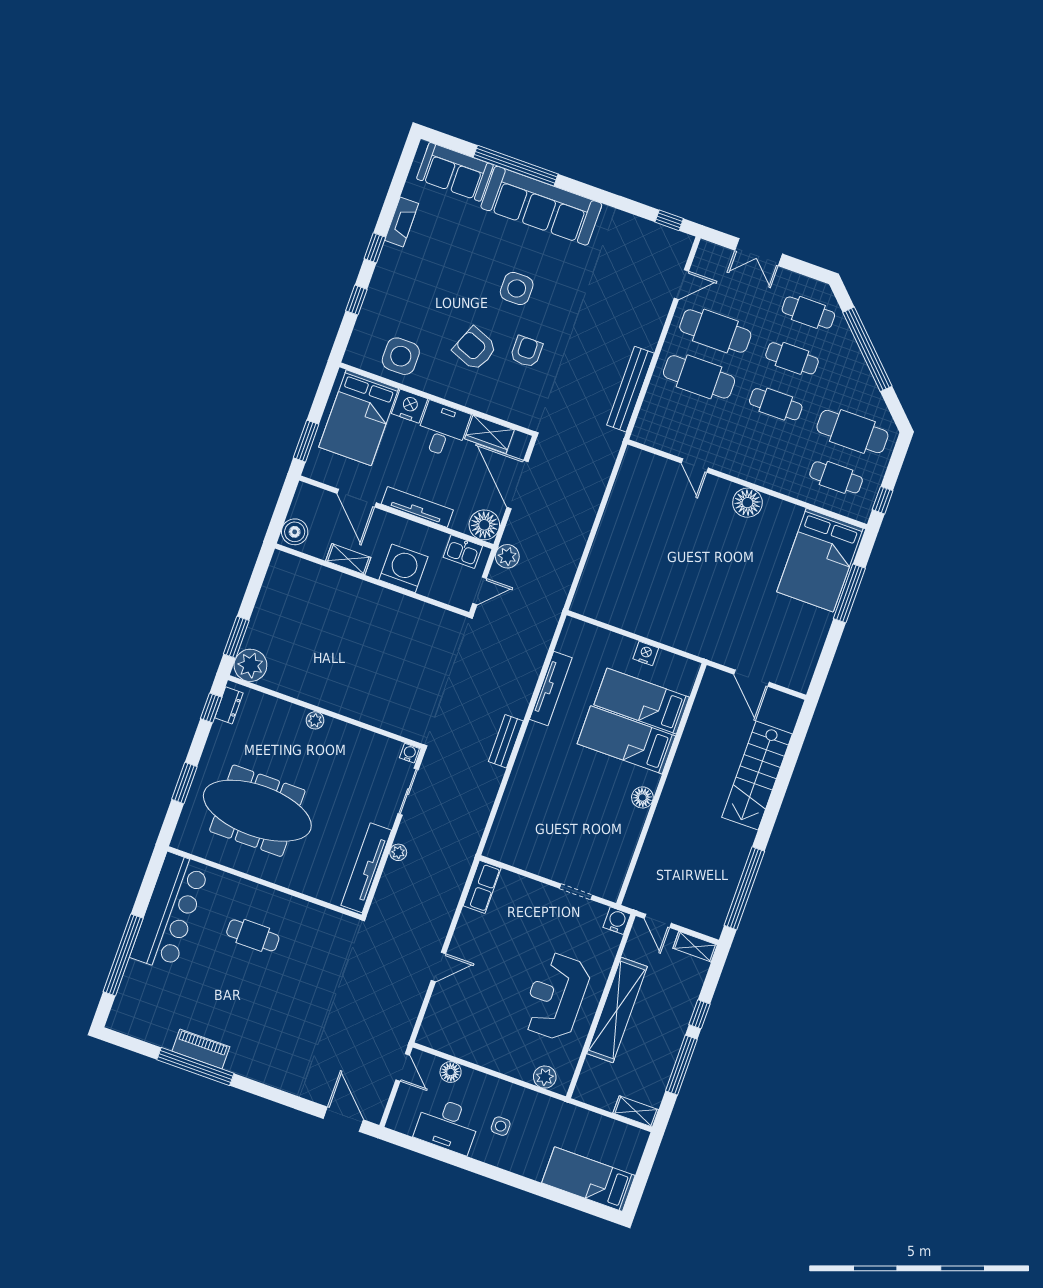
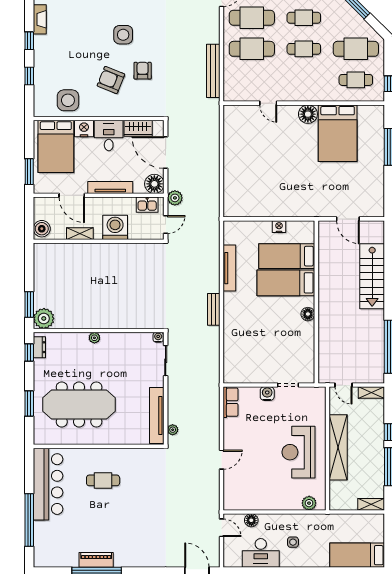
bed: (820, 560) -> (338, 133), moved
plant: (398, 852) -> (173, 430), moved
water cooler: (617, 921) -> (267, 394), moved

